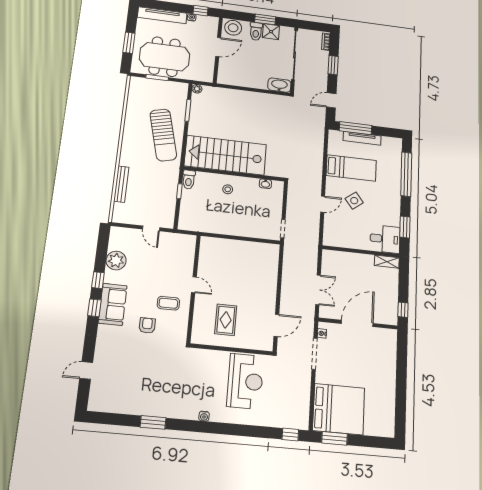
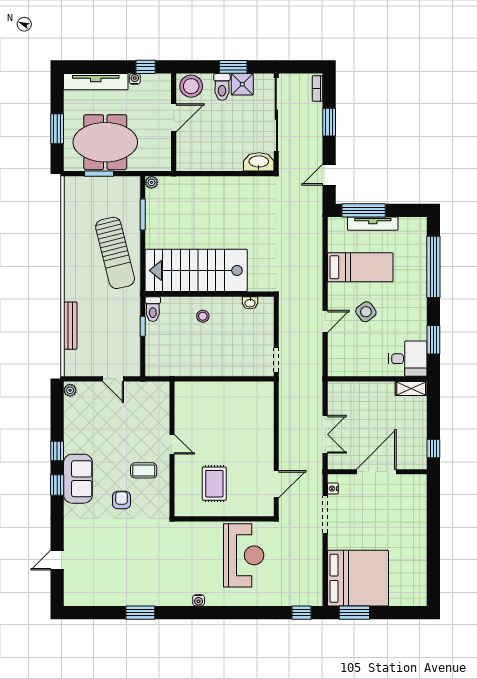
plant: (116, 261) -> (70, 390), moved, width x0.53, depth x0.53

